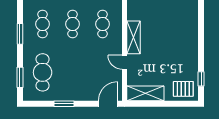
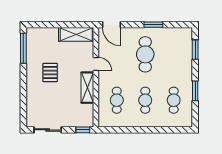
cafe table: (43, 72) -> (145, 54), moved
window: (201, 79) -> (23, 48), width x2.17
pallet: (183, 89) -> (50, 73), moved, turned 90
door: (108, 104) -> (111, 25), hinge flipped

